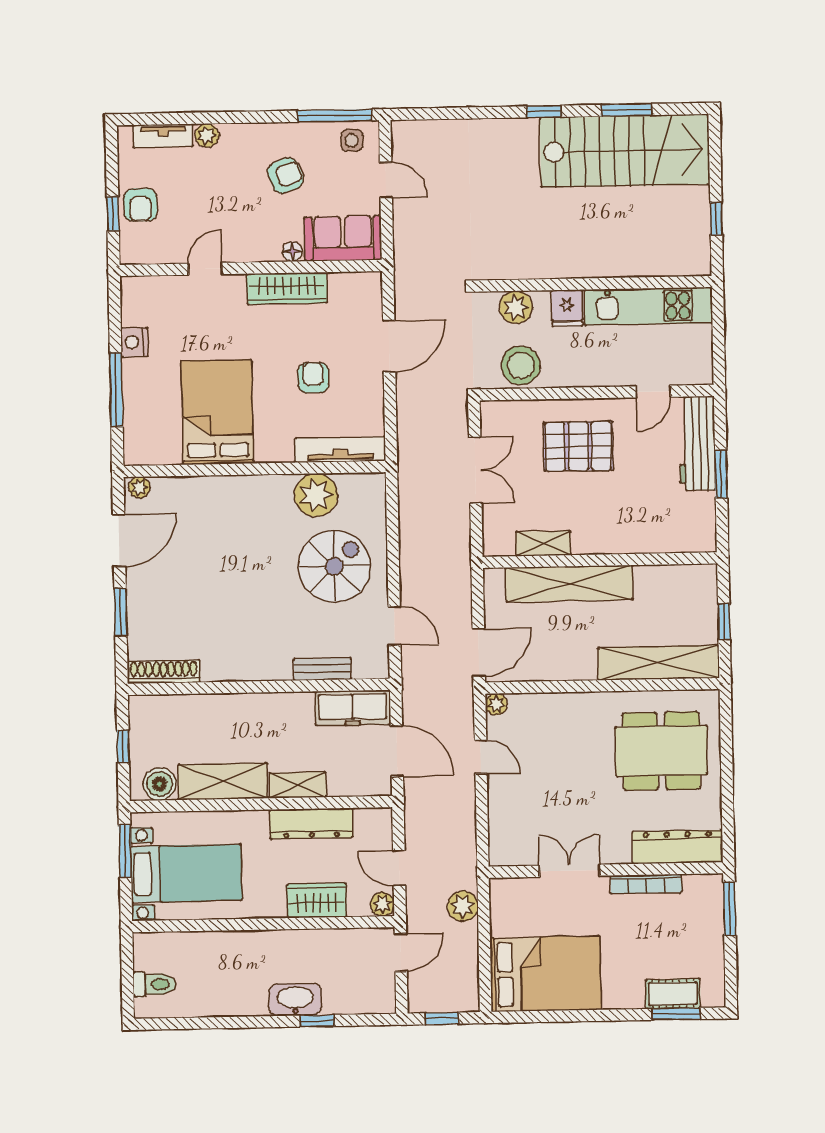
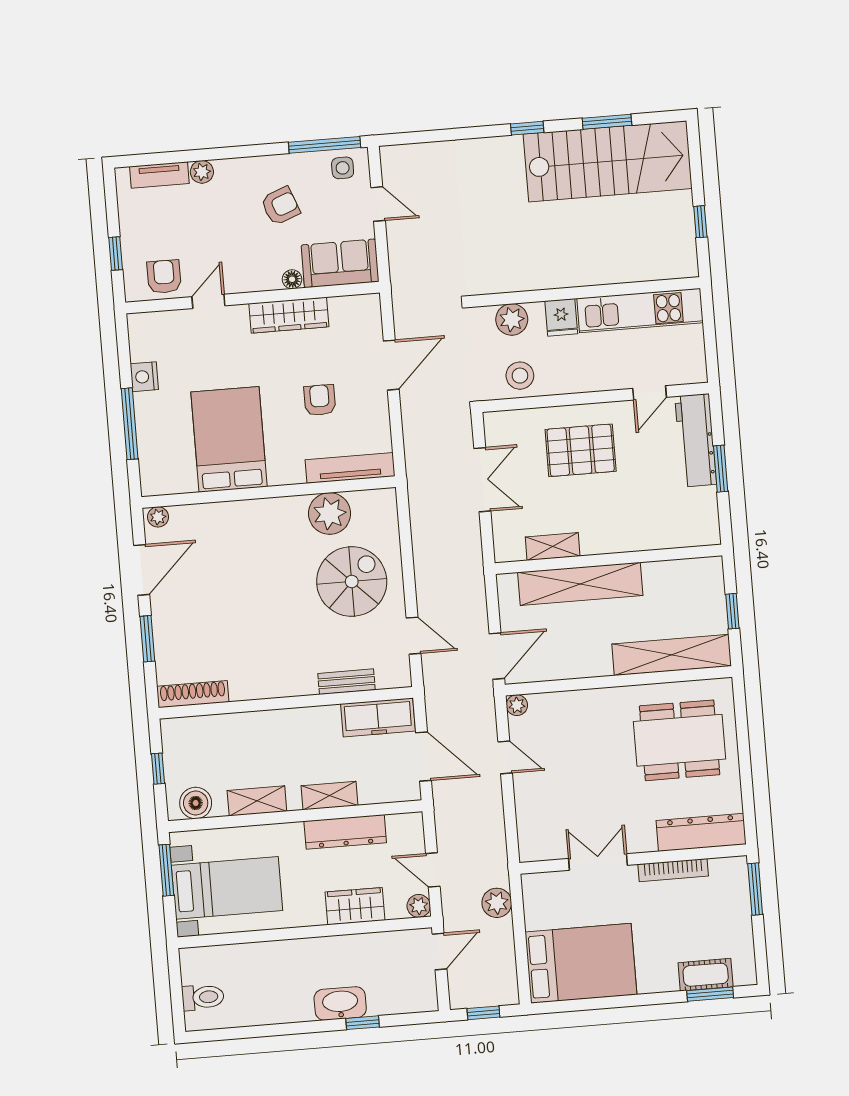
armchair: (140, 205) -> (164, 277), moved, turned 180
stool: (521, 365) -> (520, 376), width x0.73, depth x0.73
shelving: (223, 781) -> (257, 801), width x0.67, depth x0.75

